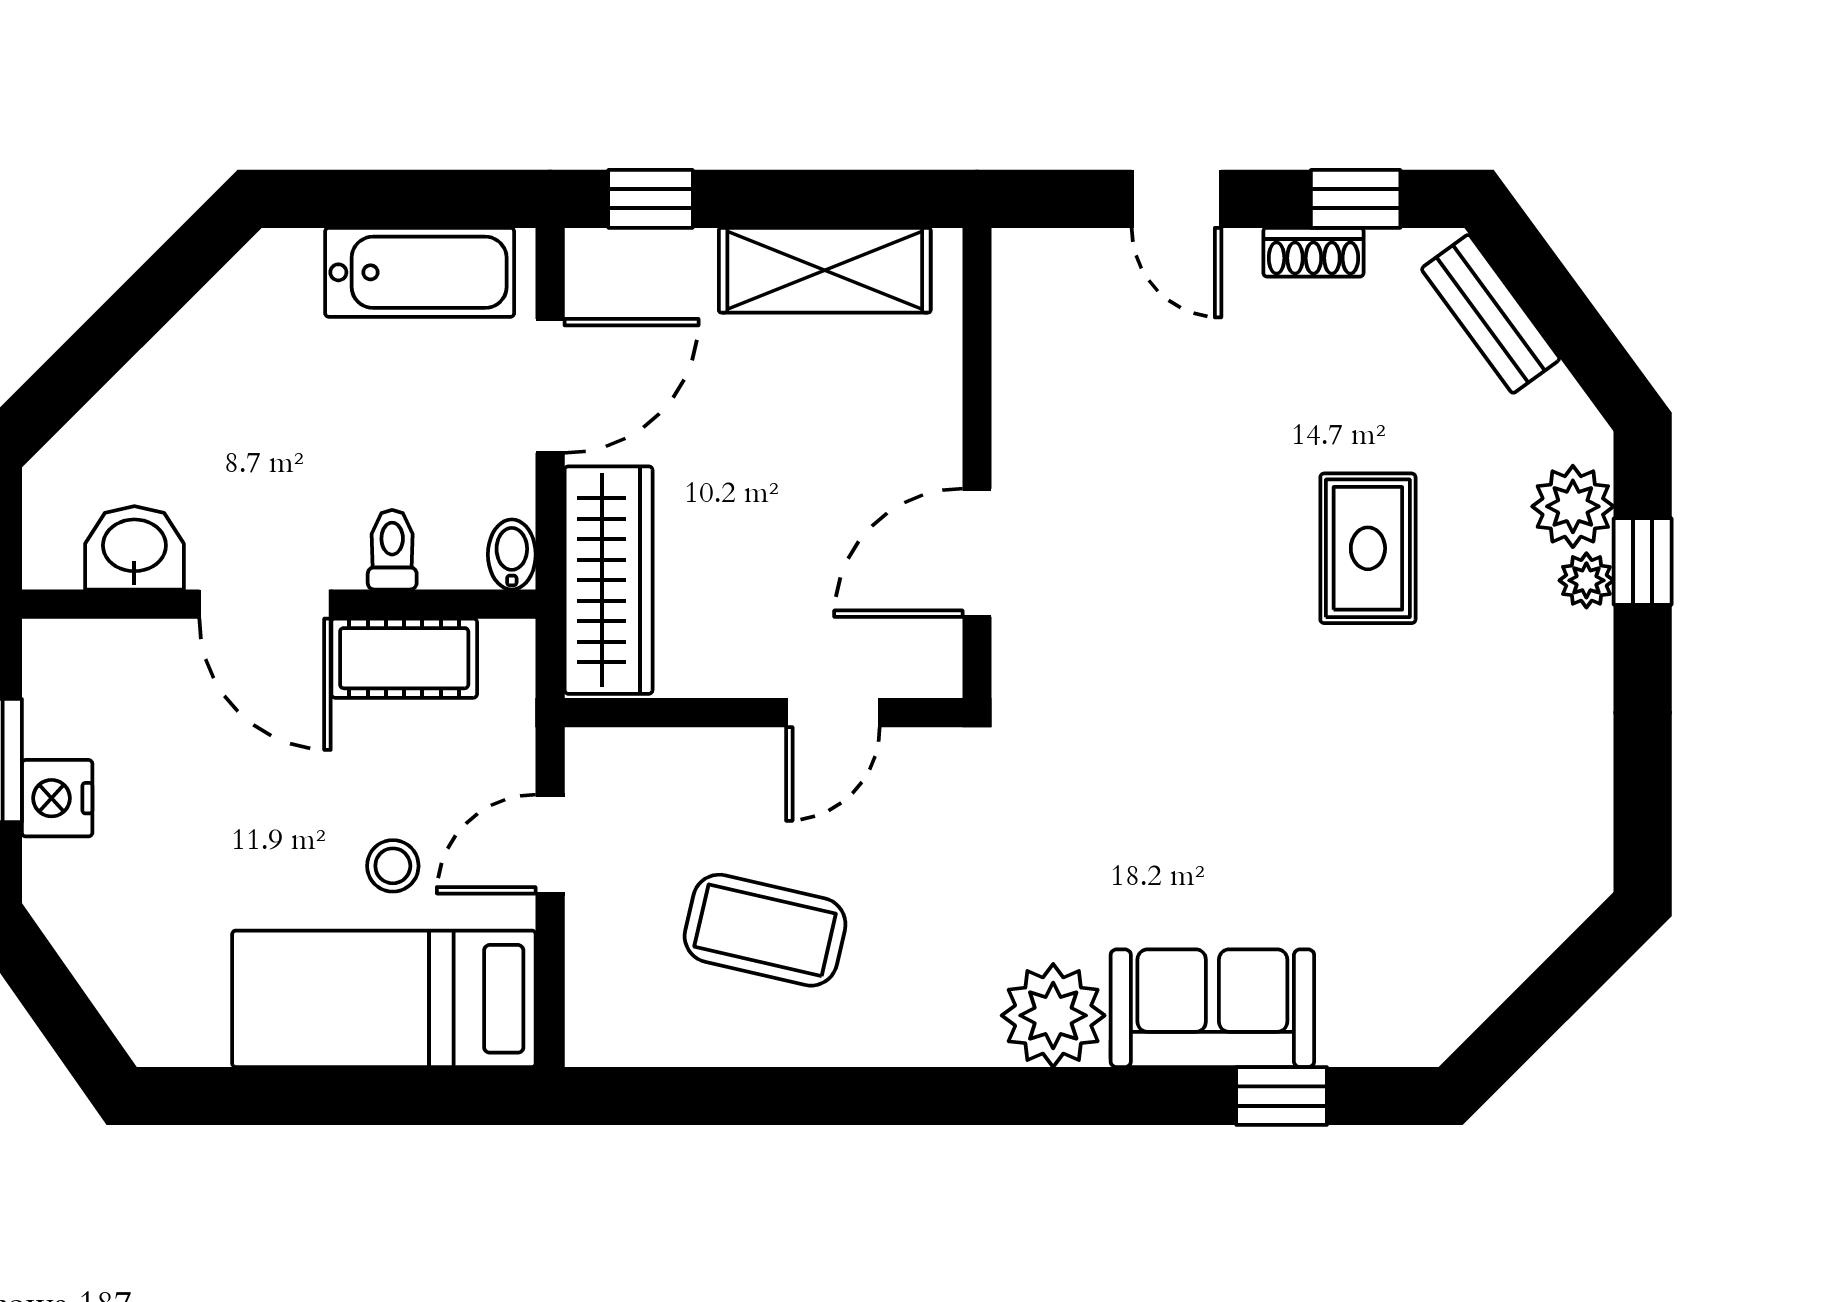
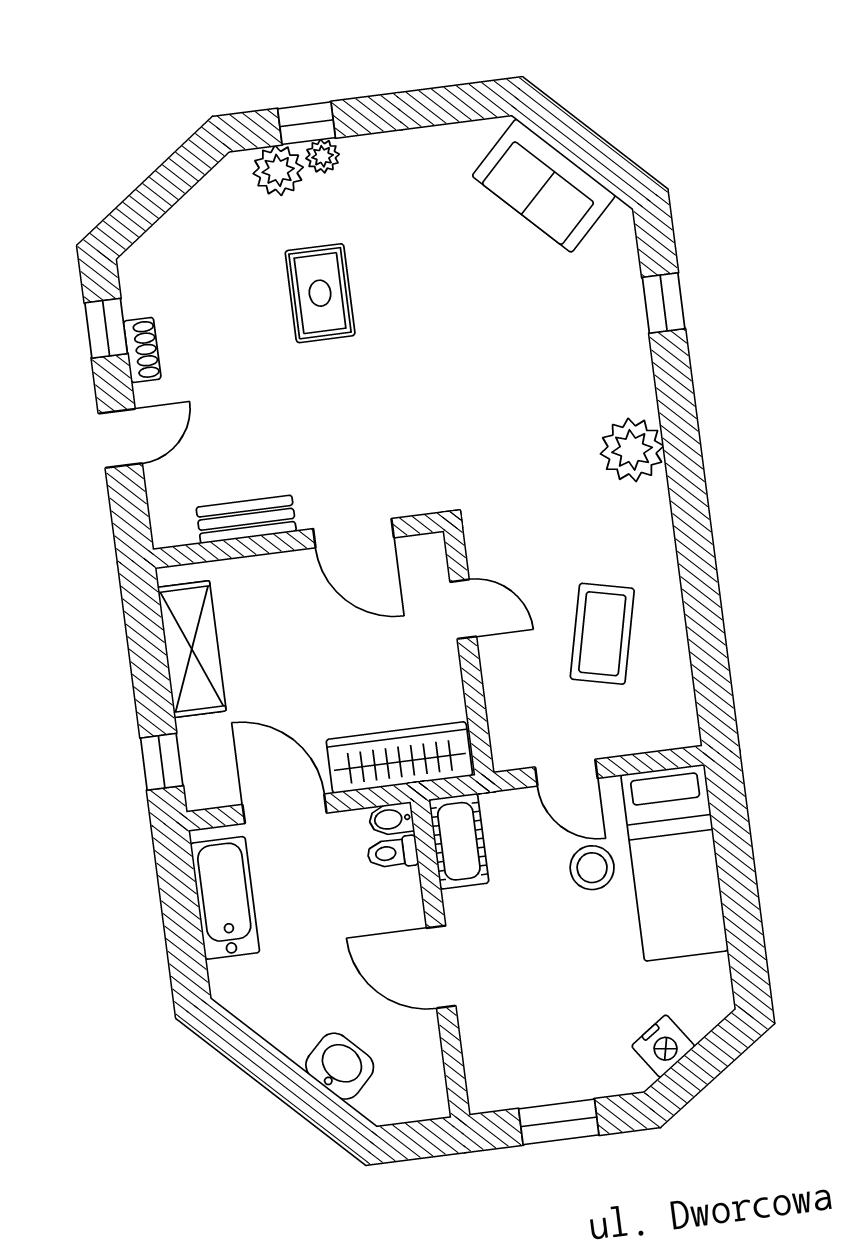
bench: (1491, 314) -> (246, 519), moved, turned 36
washbasin: (134, 548) -> (340, 1066), moved, turned 135
rug: (1368, 548) -> (320, 293), turned 90
toilet: (392, 550) -> (393, 853), moved
door: (265, 604) -> (441, 967), swing flipped
cot: (404, 658) -> (459, 841), moved
nightstand: (57, 798) -> (663, 1046), moved, turned -35
stool: (393, 866) -> (592, 868), width x1.37, depth x1.37
sofa: (1212, 1008) -> (544, 186), moved, turned -45

